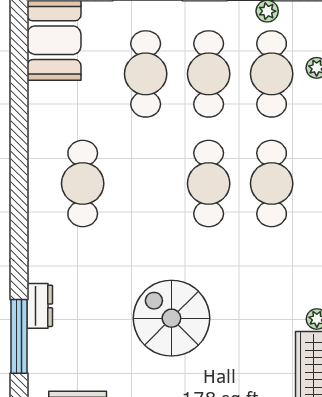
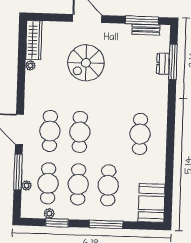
dresser: (40, 306) -> (163, 64), moved
spiral stairs: (171, 318) -> (86, 63), moved, turned 90

